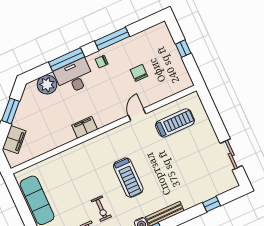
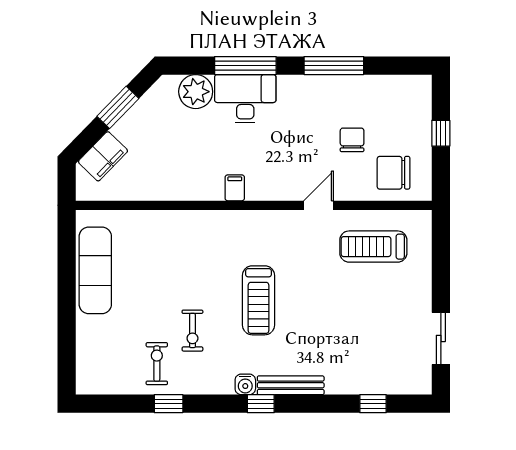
chair: (102, 62) -> (393, 173), moved, width x1.87, depth x1.87
treadmill: (175, 123) -> (373, 247), turned 180
filing cabinet: (85, 127) -> (235, 188), width x0.50

